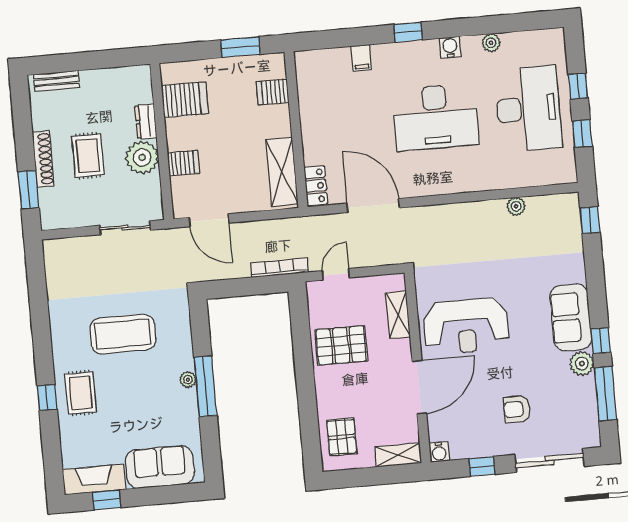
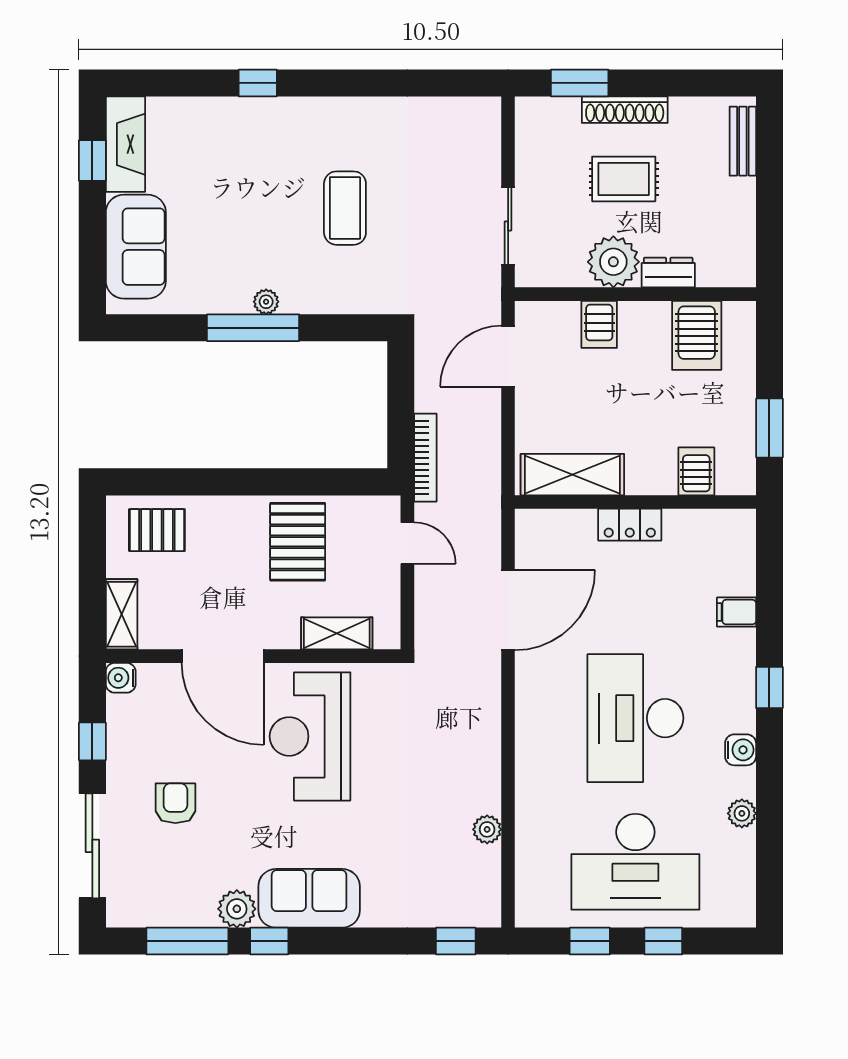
locker: (316, 186) -> (630, 525), moved
coffee table: (123, 334) -> (345, 208), width x0.73, depth x0.76
rug: (81, 393) -> (260, 135), removed

